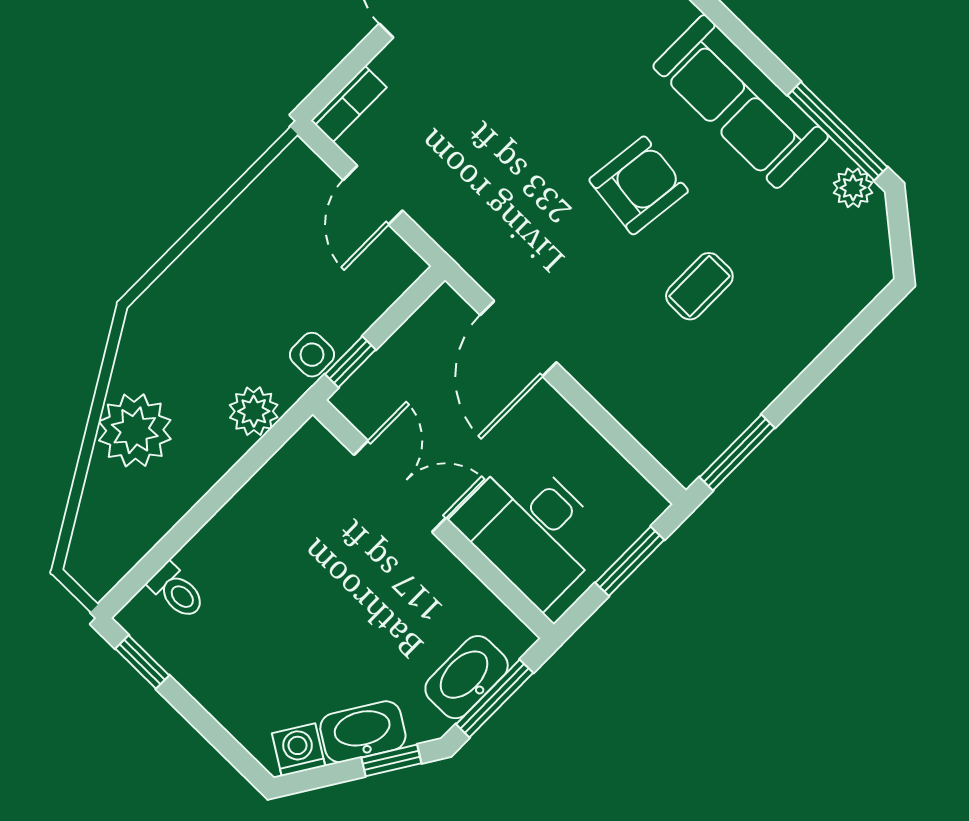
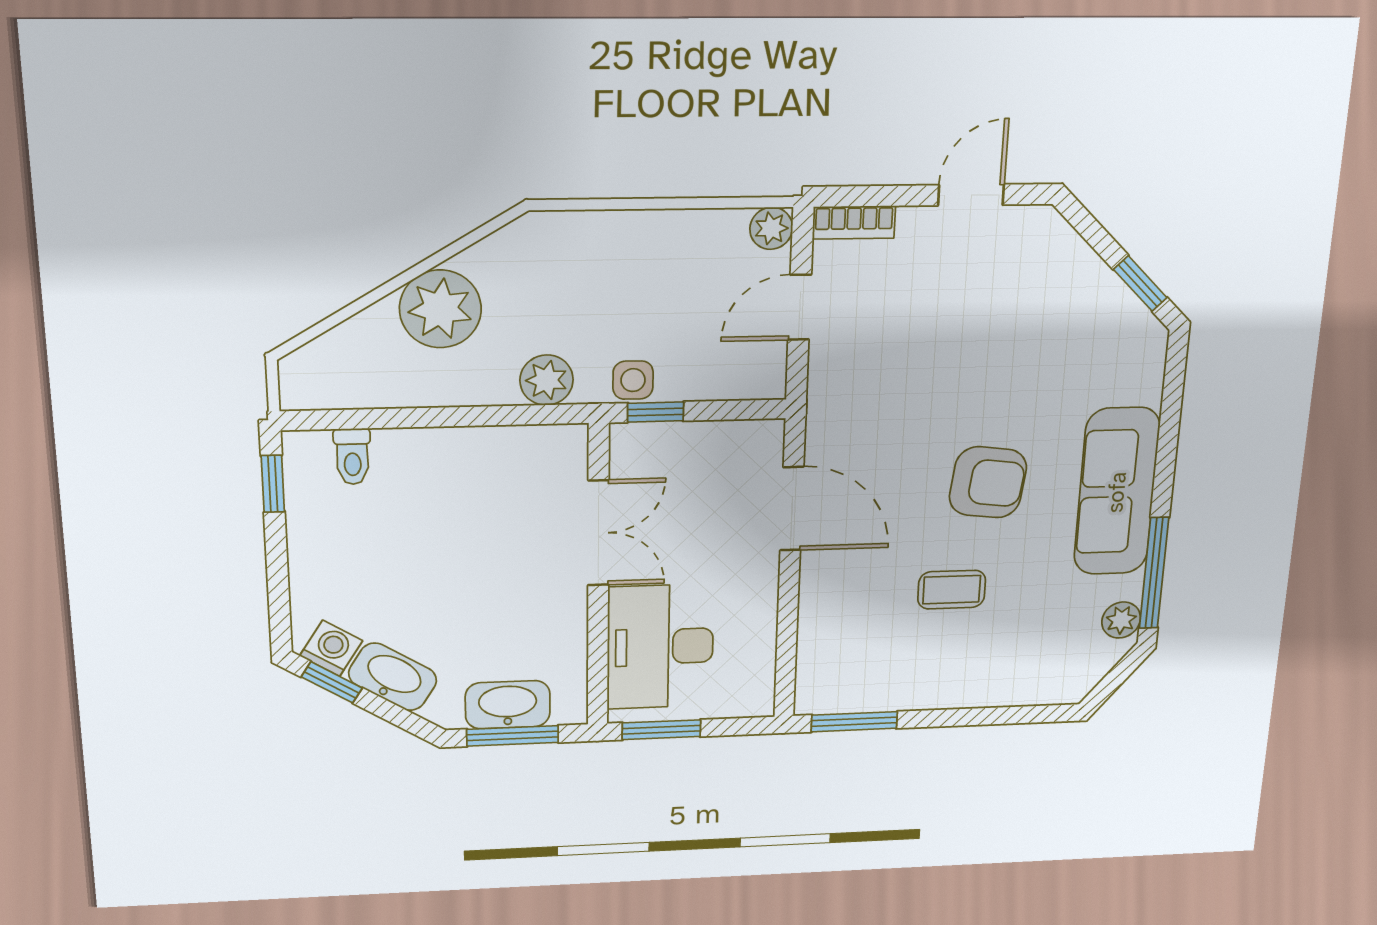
plant: (298, 162) -> (771, 228), added
door: (518, 339) -> (792, 509), swing flipped
window: (630, 561) -> (661, 730), moved
window: (391, 760) -> (332, 682), moved

